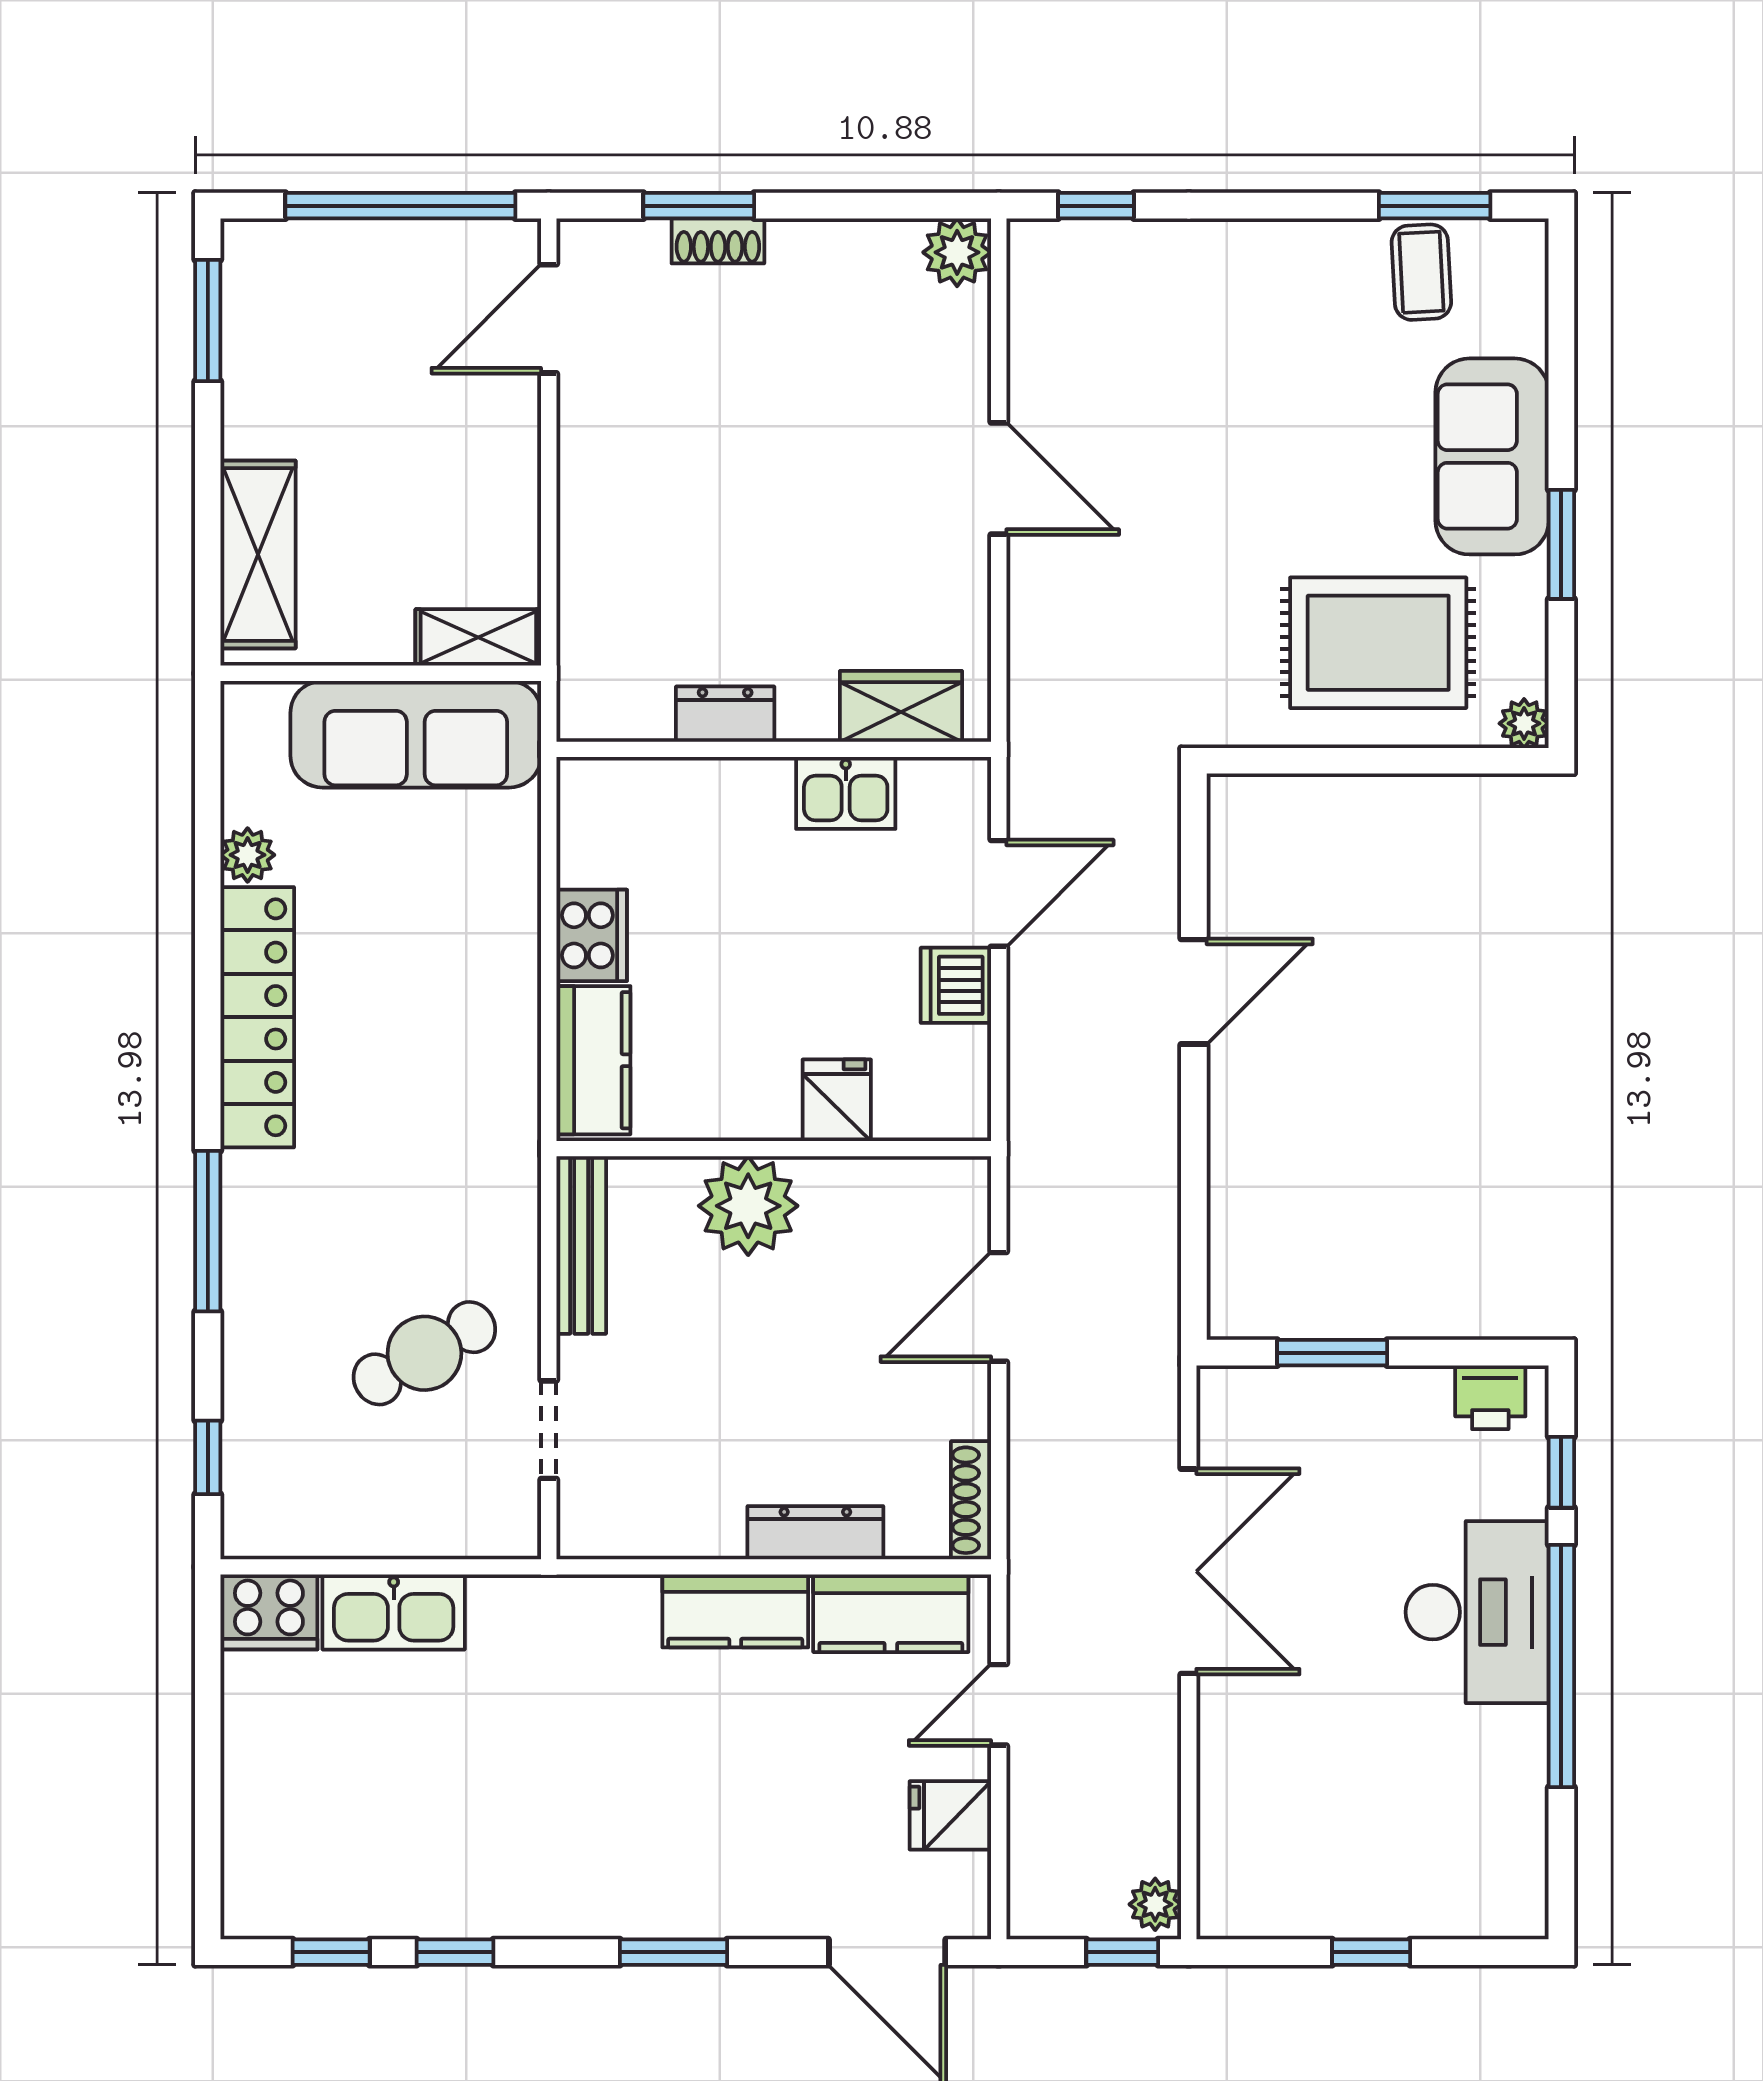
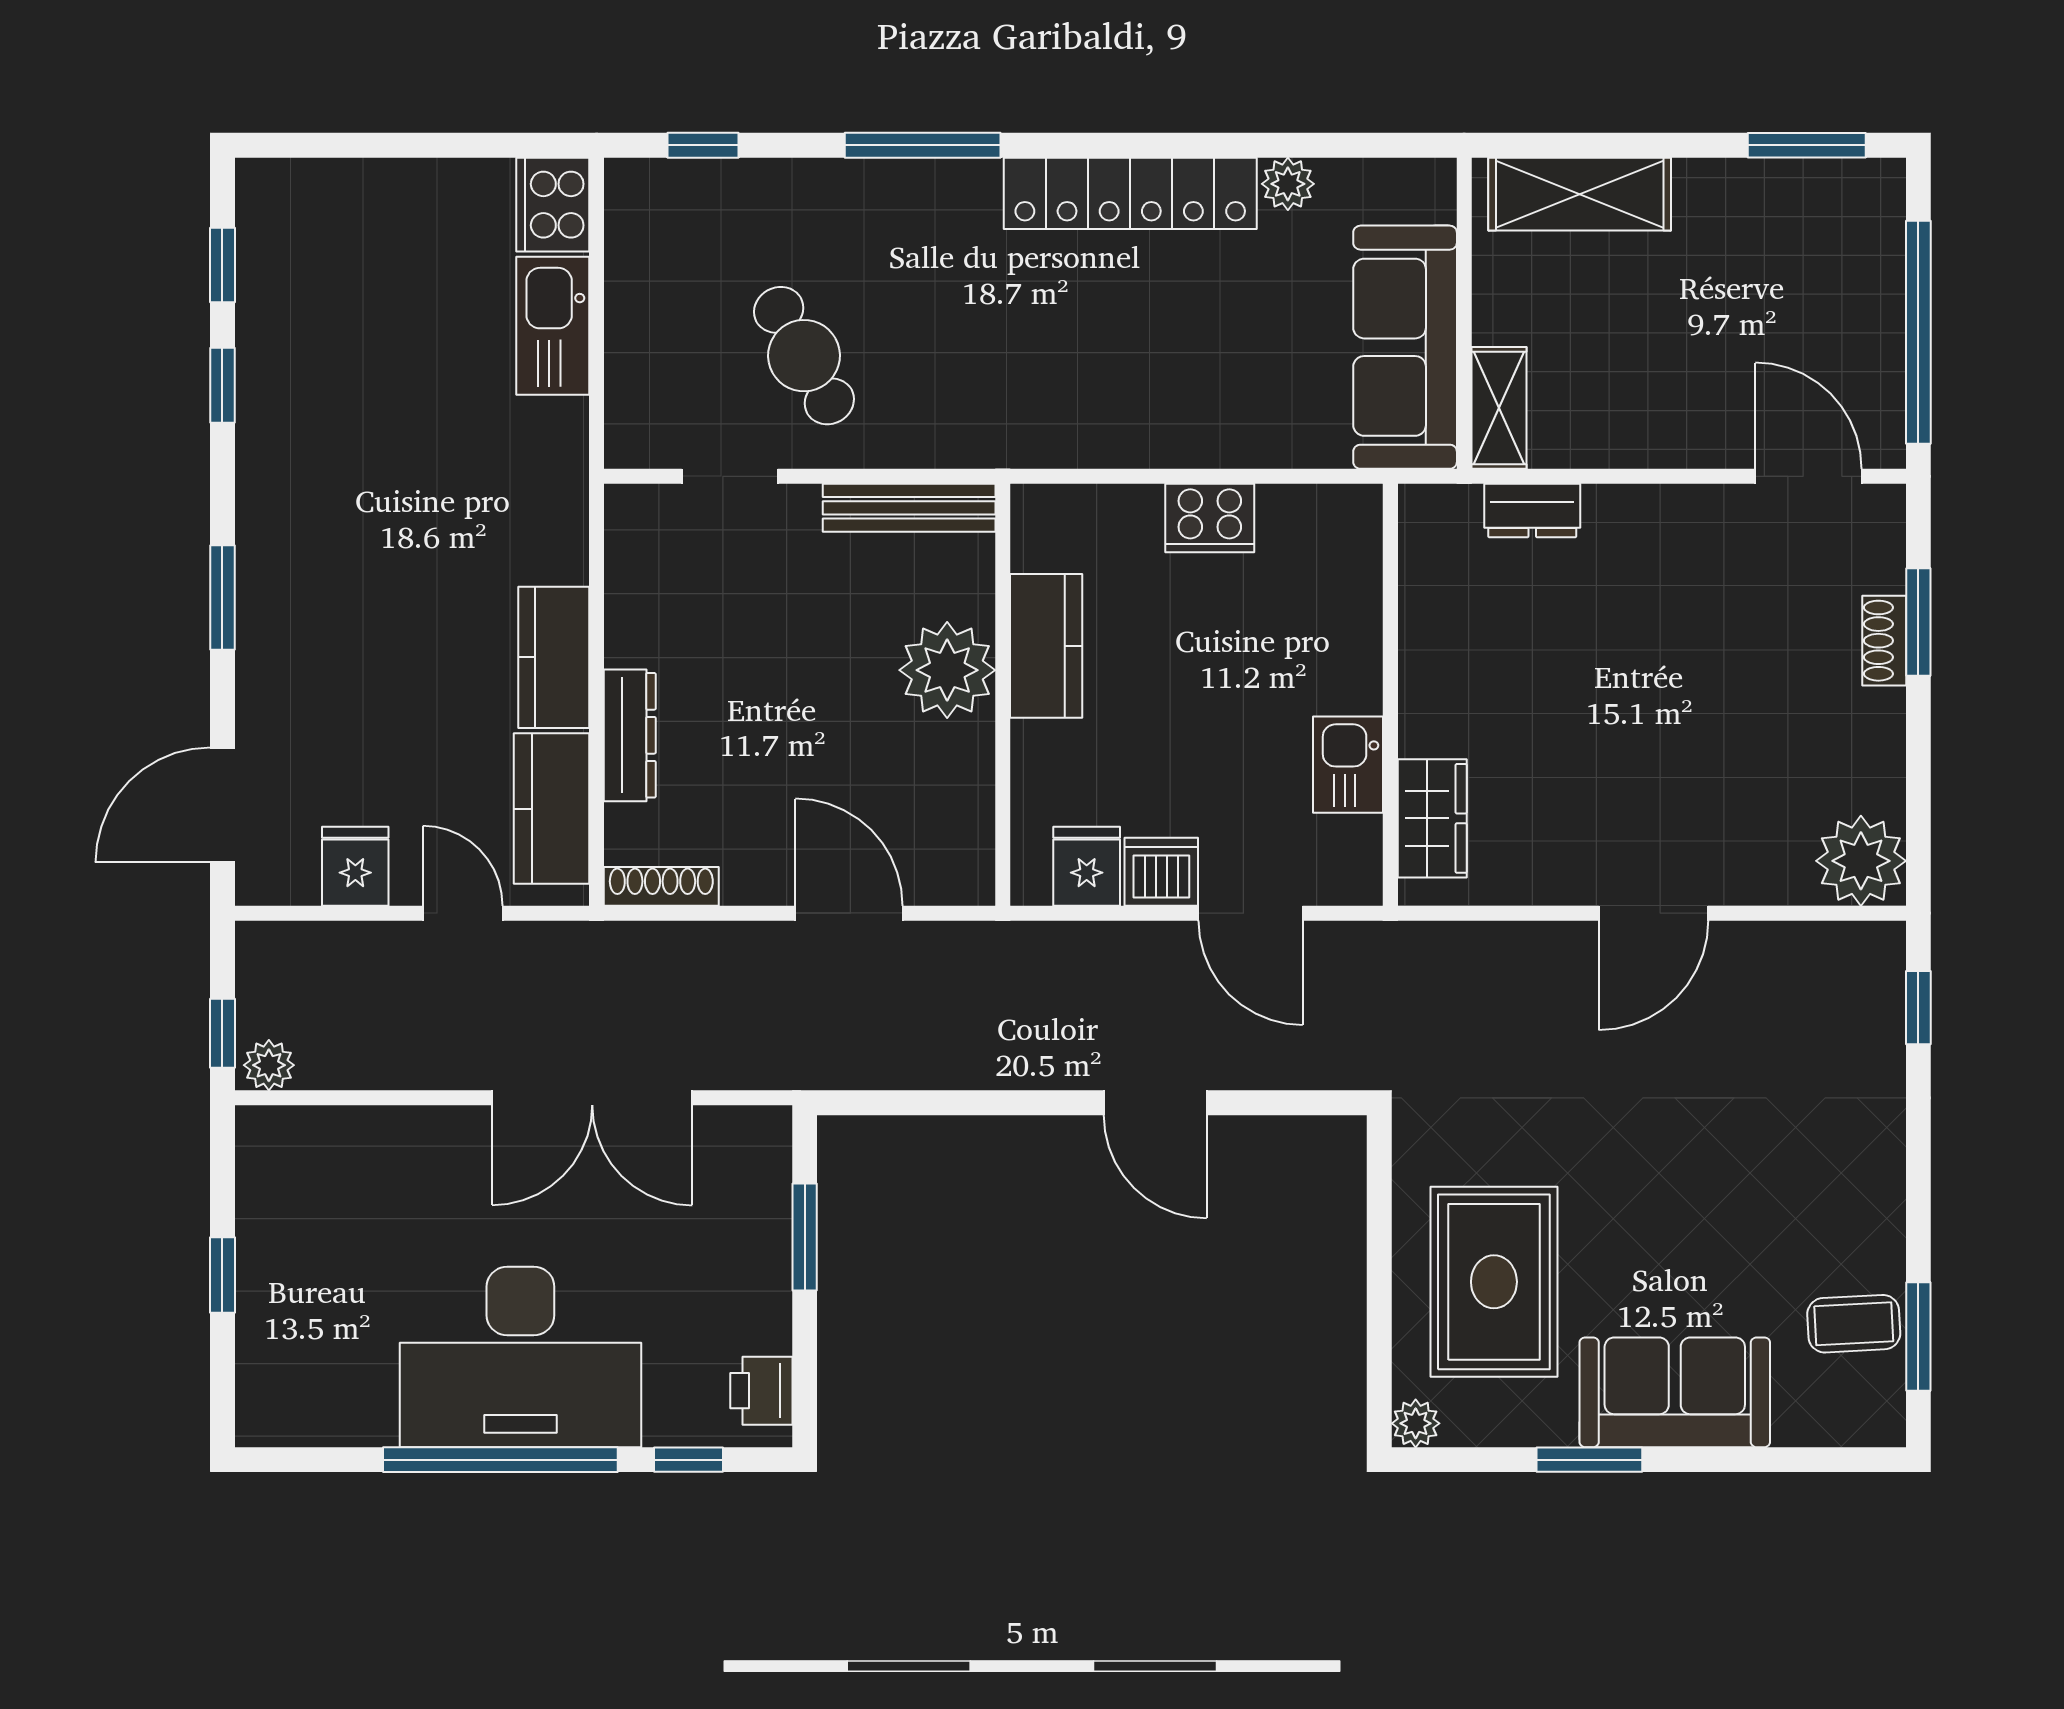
plant: (957, 252) -> (1861, 861), width x1.36, depth x1.36
dresser: (725, 714) -> (1532, 511), moved, turned 90
kitchen counter: (593, 1060) -> (1046, 646), moved, turned -90
fridge: (837, 1100) -> (1087, 866), moved, turned -90
desk: (1477, 1612) -> (520, 1357), width x1.36, depth x1.30

